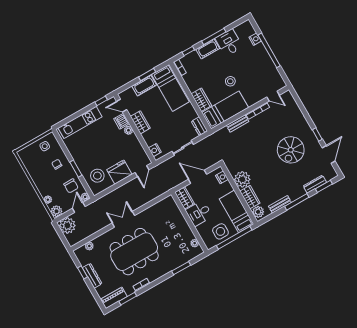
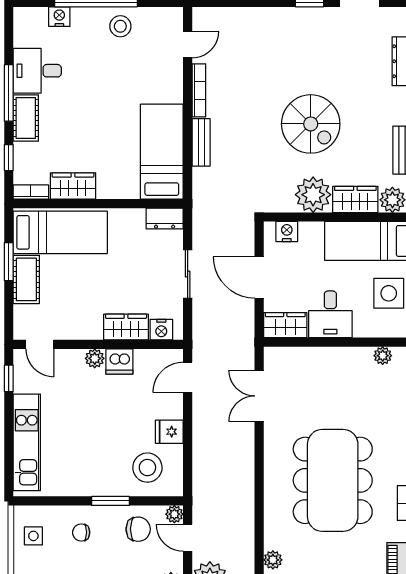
stool: (230, 81) -> (120, 26), moved
wardrobe: (201, 100) -> (73, 186), moved
door: (122, 106) -> (40, 344), hinge flipped
dishwasher: (122, 121) -> (119, 362), moved
wardrobe: (140, 122) -> (126, 327), moved
spiral stairs: (291, 150) -> (311, 124), moved
door: (142, 171) -> (188, 377), swing flipped
fridge: (119, 172) -> (169, 432), width x0.53, depth x0.75
door: (198, 177) -> (259, 277), hinge flipped
double door: (123, 219) -> (259, 396), moved

